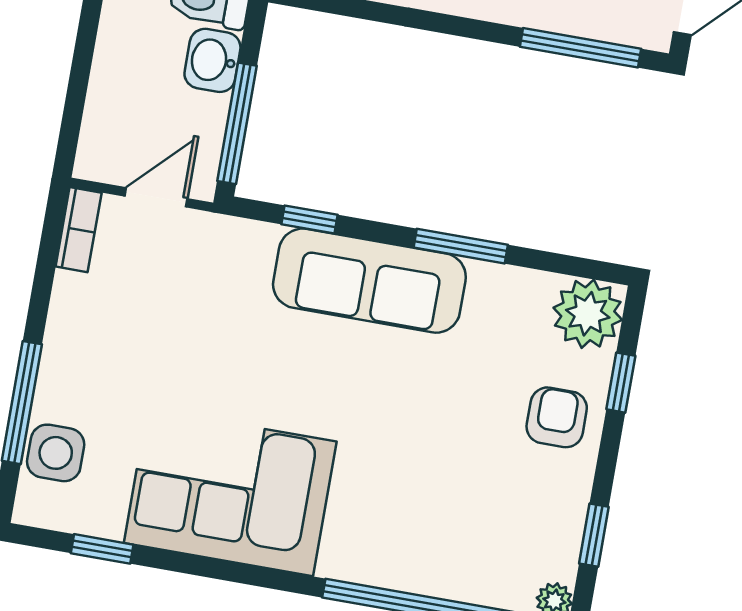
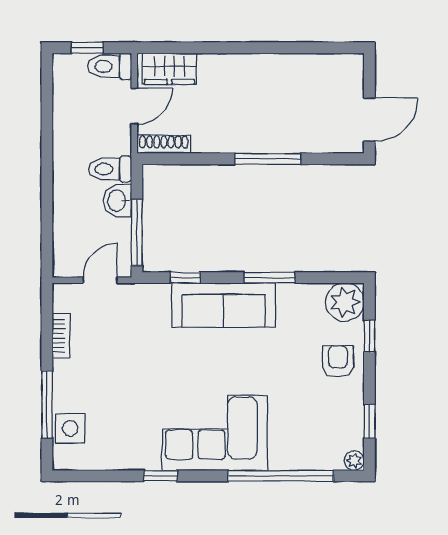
window: (581, 48) -> (268, 159), moved
bookcase: (79, 230) -> (61, 336), moved
corner sofa: (230, 492) -> (215, 433), moved
window: (102, 549) -> (161, 476), moved

